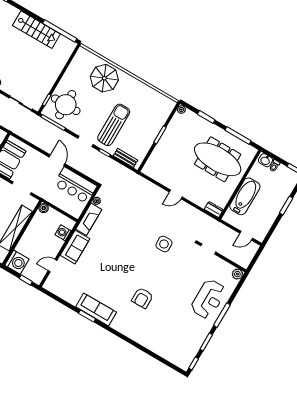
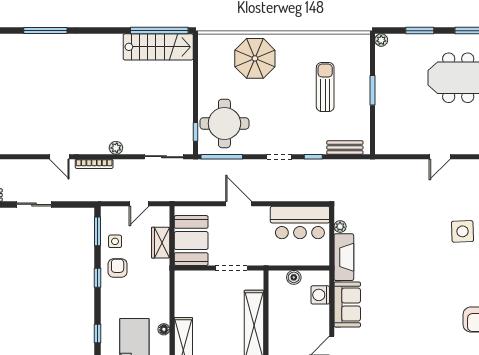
stairs: (36, 30) -> (158, 47), moved
sun lounger: (114, 125) -> (325, 87), moved, width x0.73, depth x0.75
door: (57, 160) -> (239, 204), moved
boiler: (44, 208) -> (294, 277), moved

